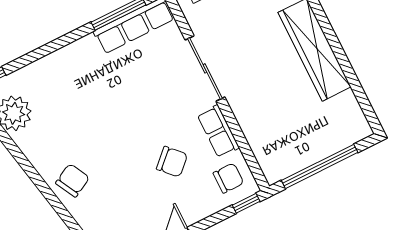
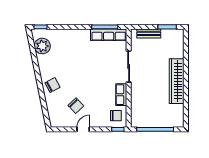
chair: (172, 162) -> (76, 106), moved

